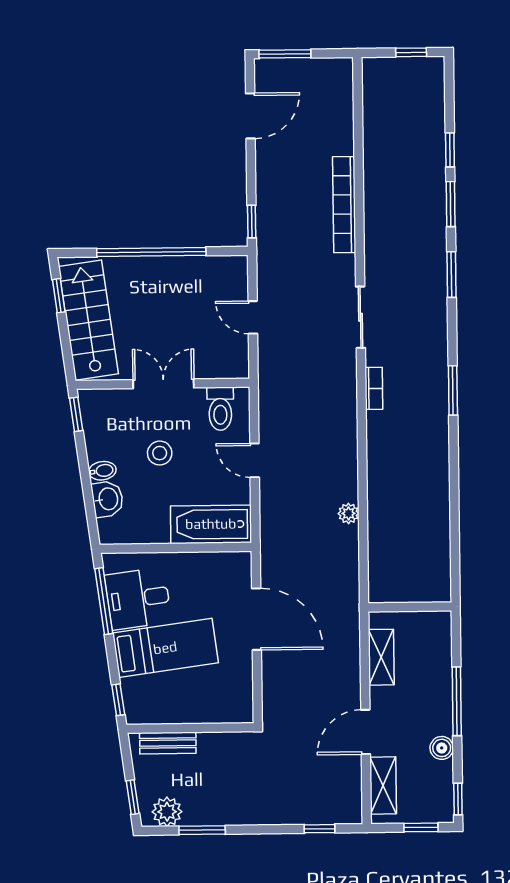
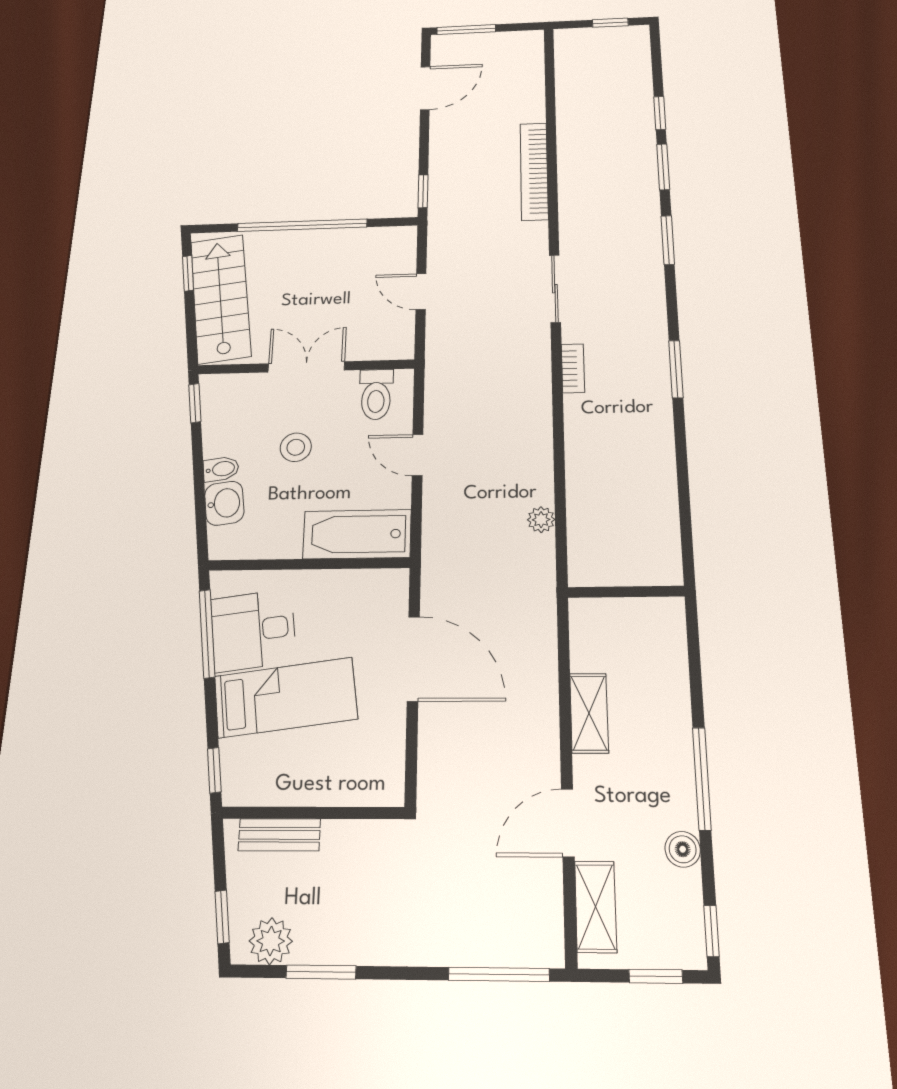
wall: (410, 607) -> (626, 592), moved
window: (319, 829) -> (499, 974), width x2.17

